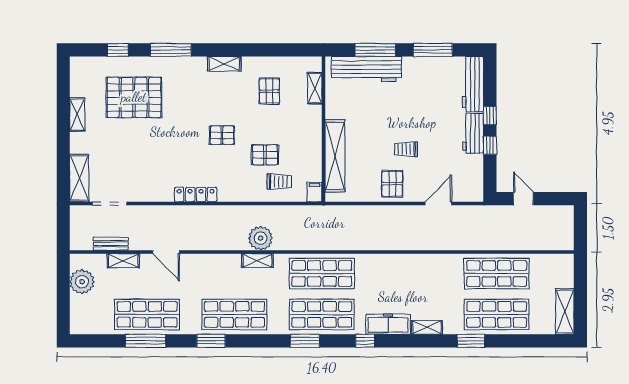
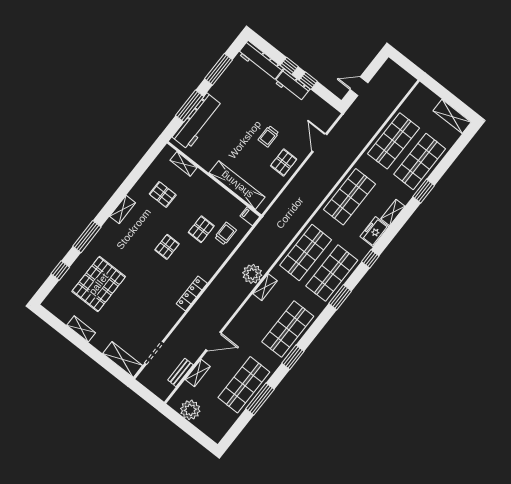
pallet: (392, 184) -> (284, 162), turned 90
shop shelf: (409, 273) -> (350, 197), added
freezer: (388, 324) -> (374, 232), width x0.71

